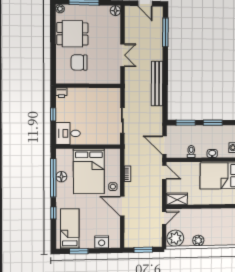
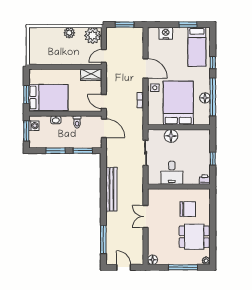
desk: (68, 133) -> (172, 173), moved, turned 90
floor lamp: (96, 138) -> (171, 136), added

